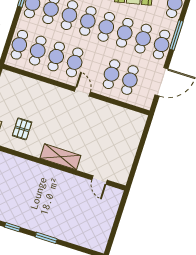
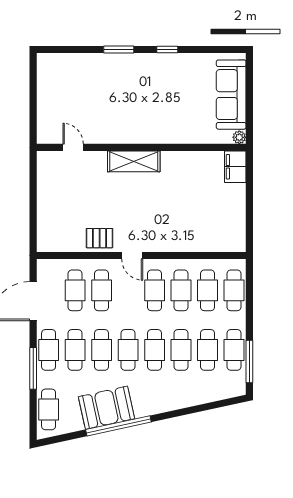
pallet: (22, 129) -> (100, 238), moved, turned 90

